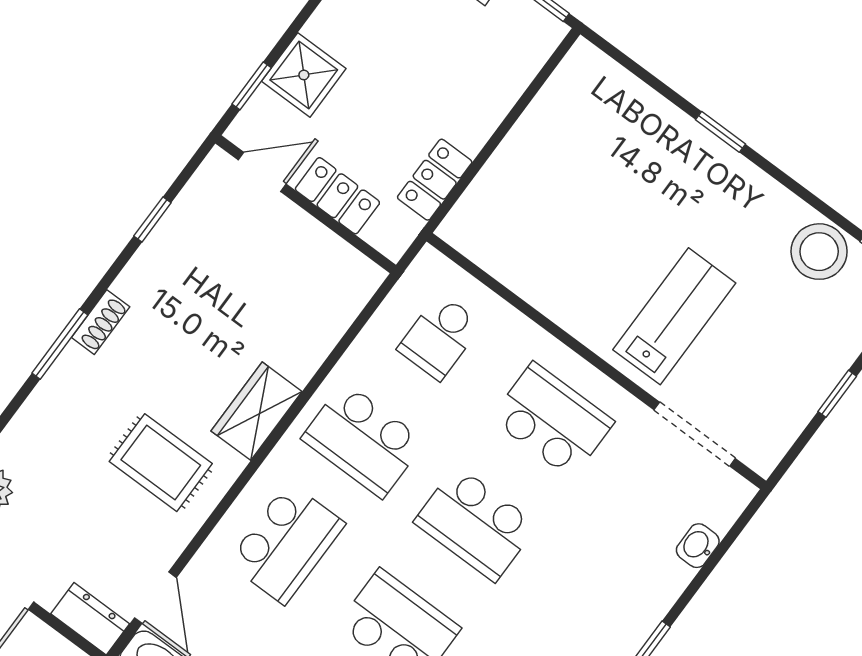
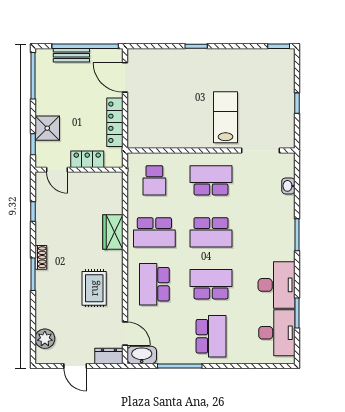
door: (533, 89) -> (125, 77), added
door: (262, 172) -> (57, 170), swing flipped
locker: (435, 180) -> (115, 122), width x1.53
stool: (819, 252) -> (257, 61), removed
wardrobe: (256, 411) -> (113, 232), moved
rug: (161, 463) -> (94, 288), turned 90
school desk: (286, 543) -> (154, 284), turned 180

